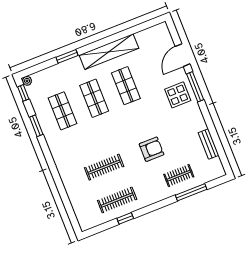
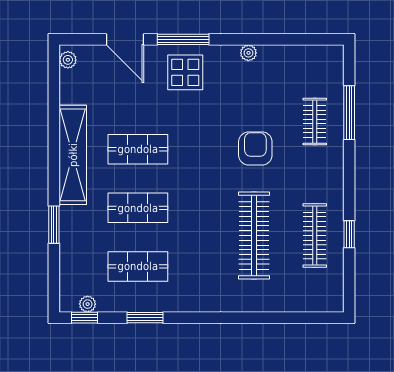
plant: (159, 29) -> (68, 60), added
plant: (27, 81) -> (88, 304), moved
plant: (202, 125) -> (248, 53), added
bench: (209, 144) -> (283, 54), removed
clothes rail: (104, 167) -> (254, 235), width x1.37, depth x1.31

